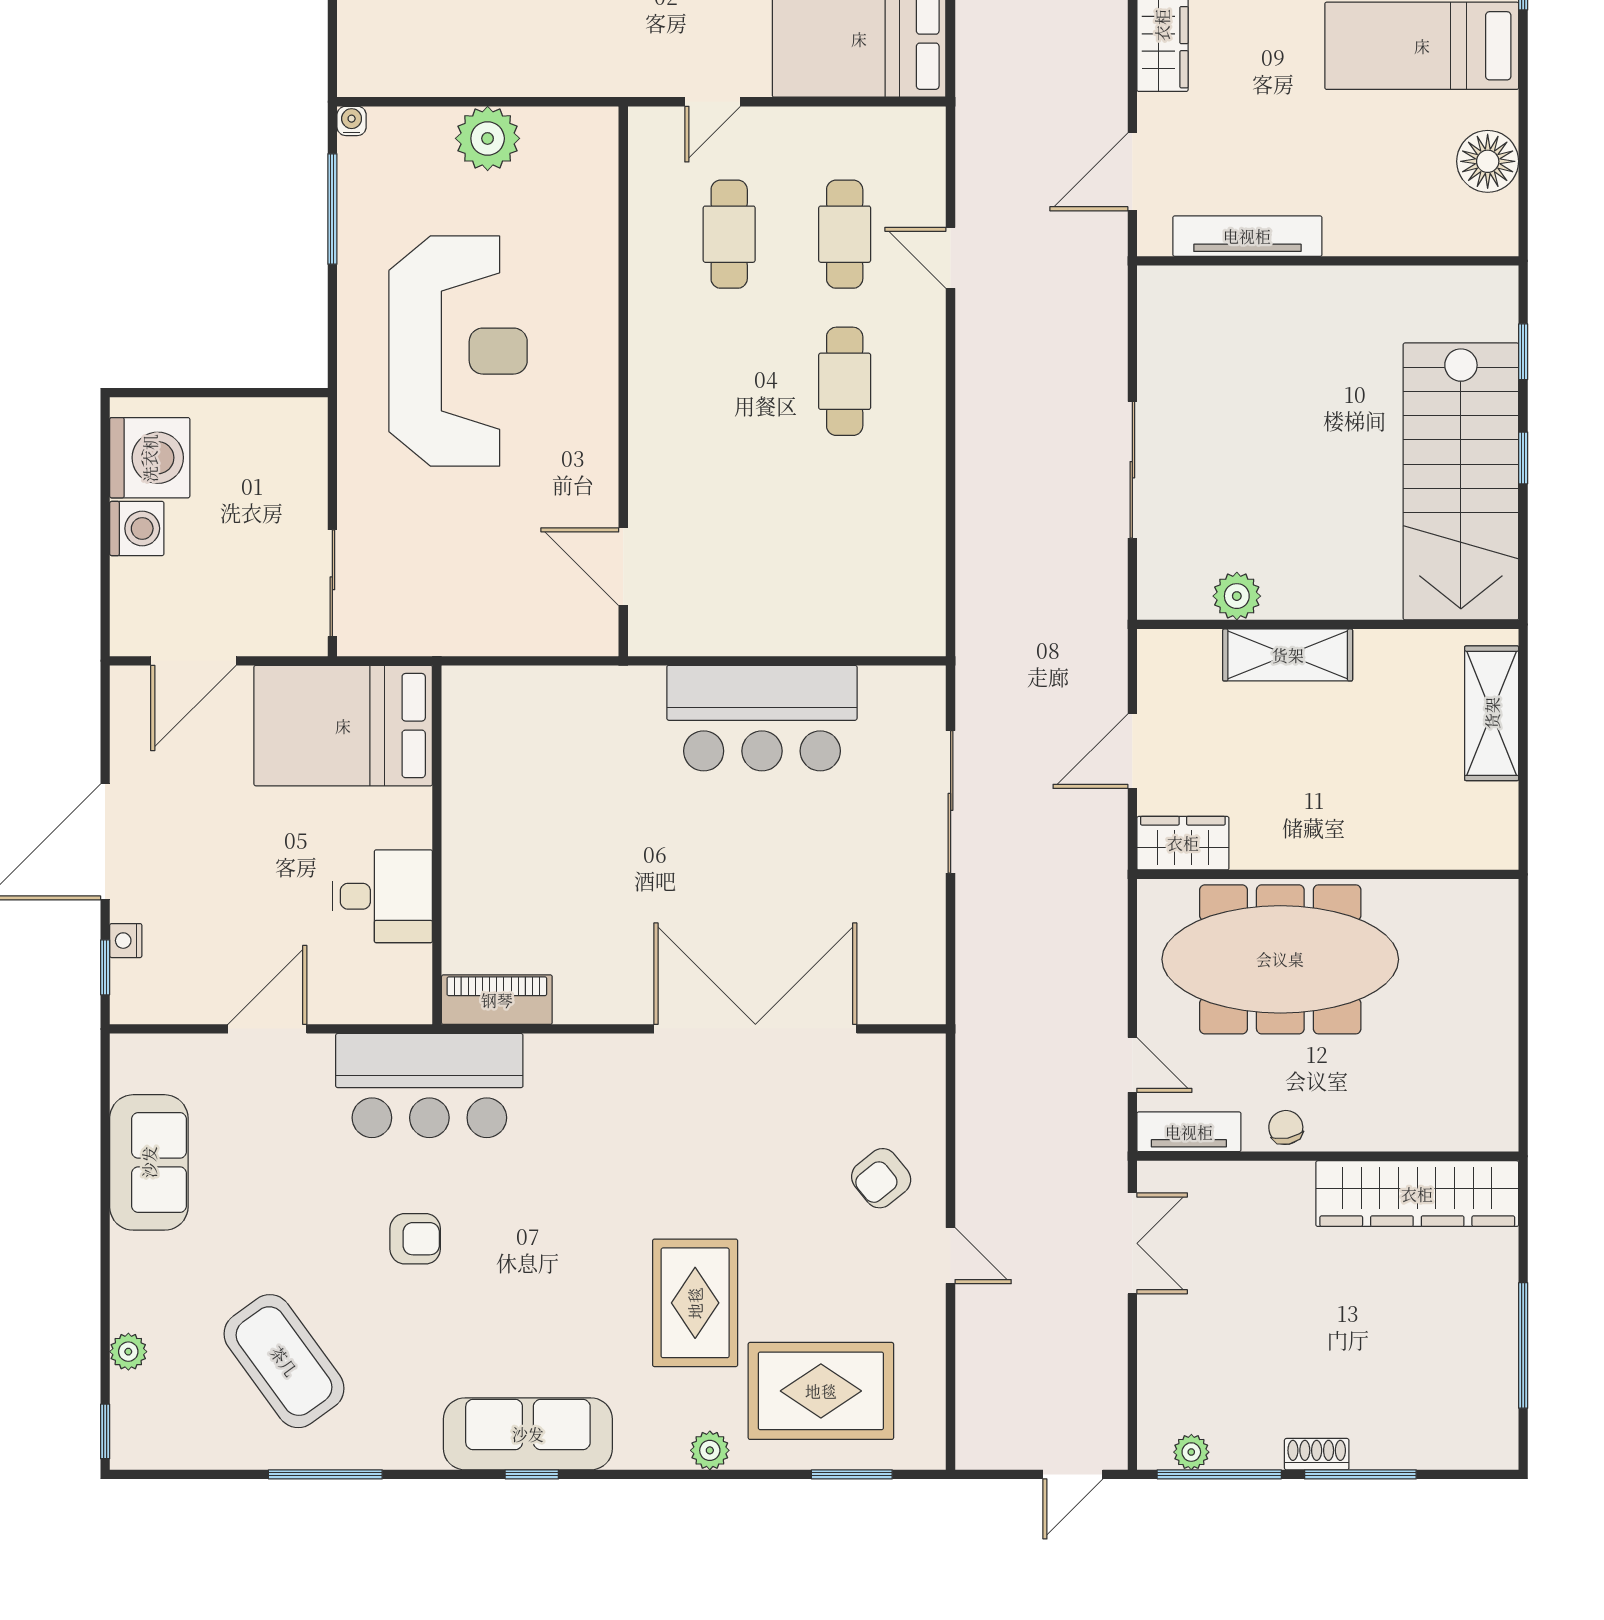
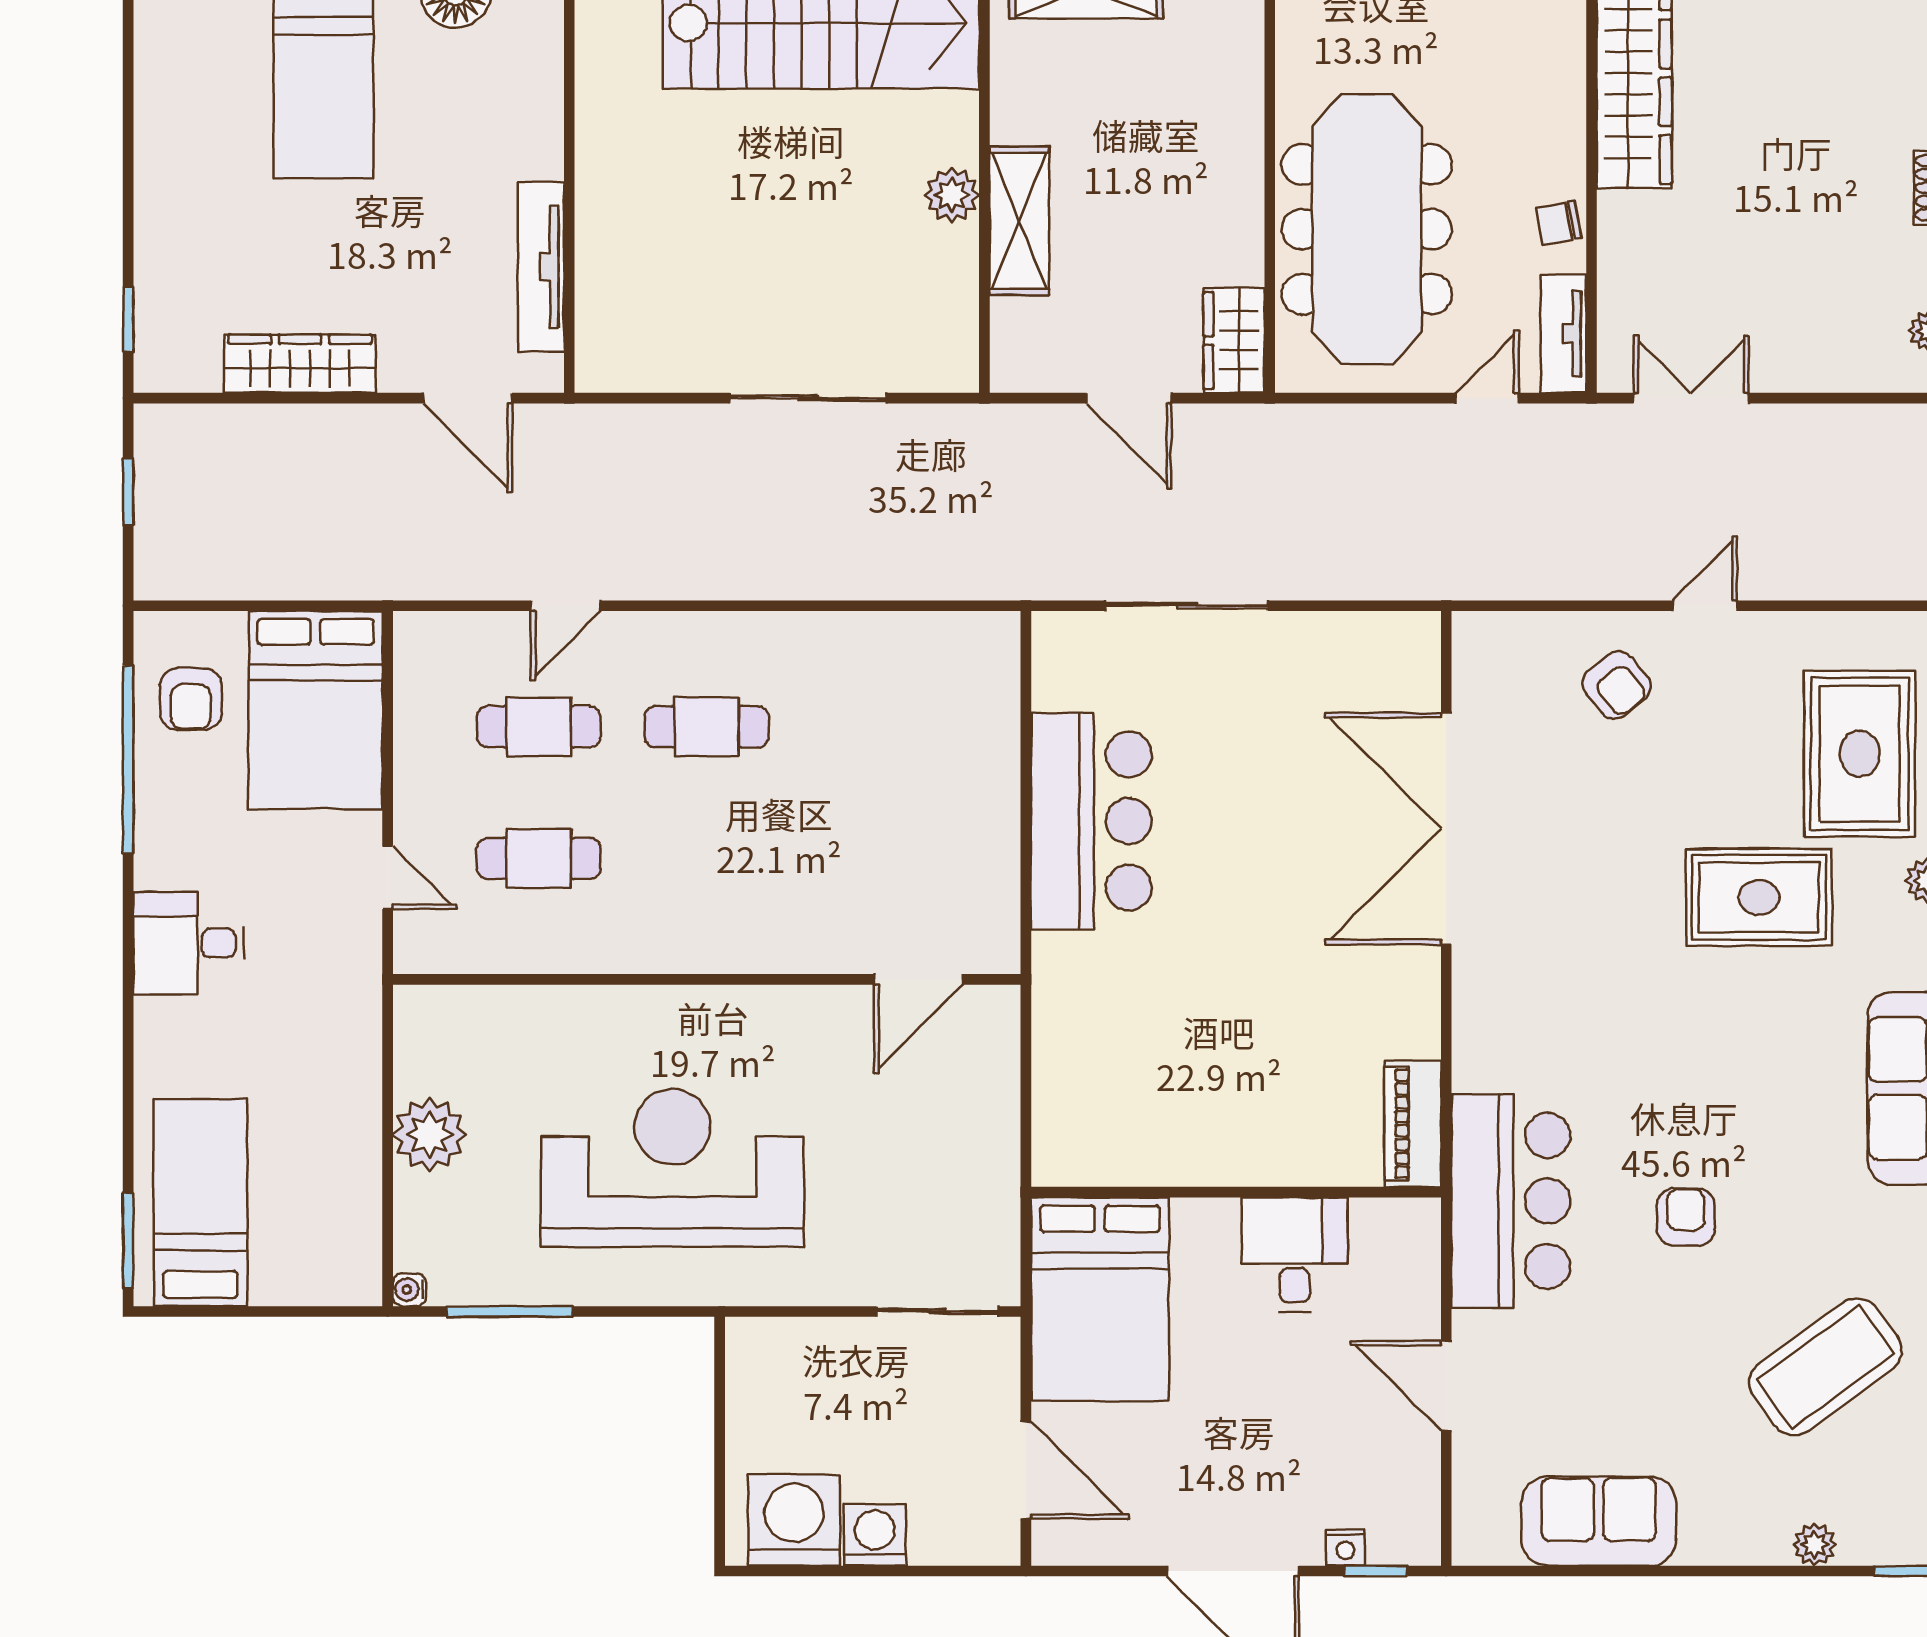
plant: (1237, 596) -> (952, 195), moved

